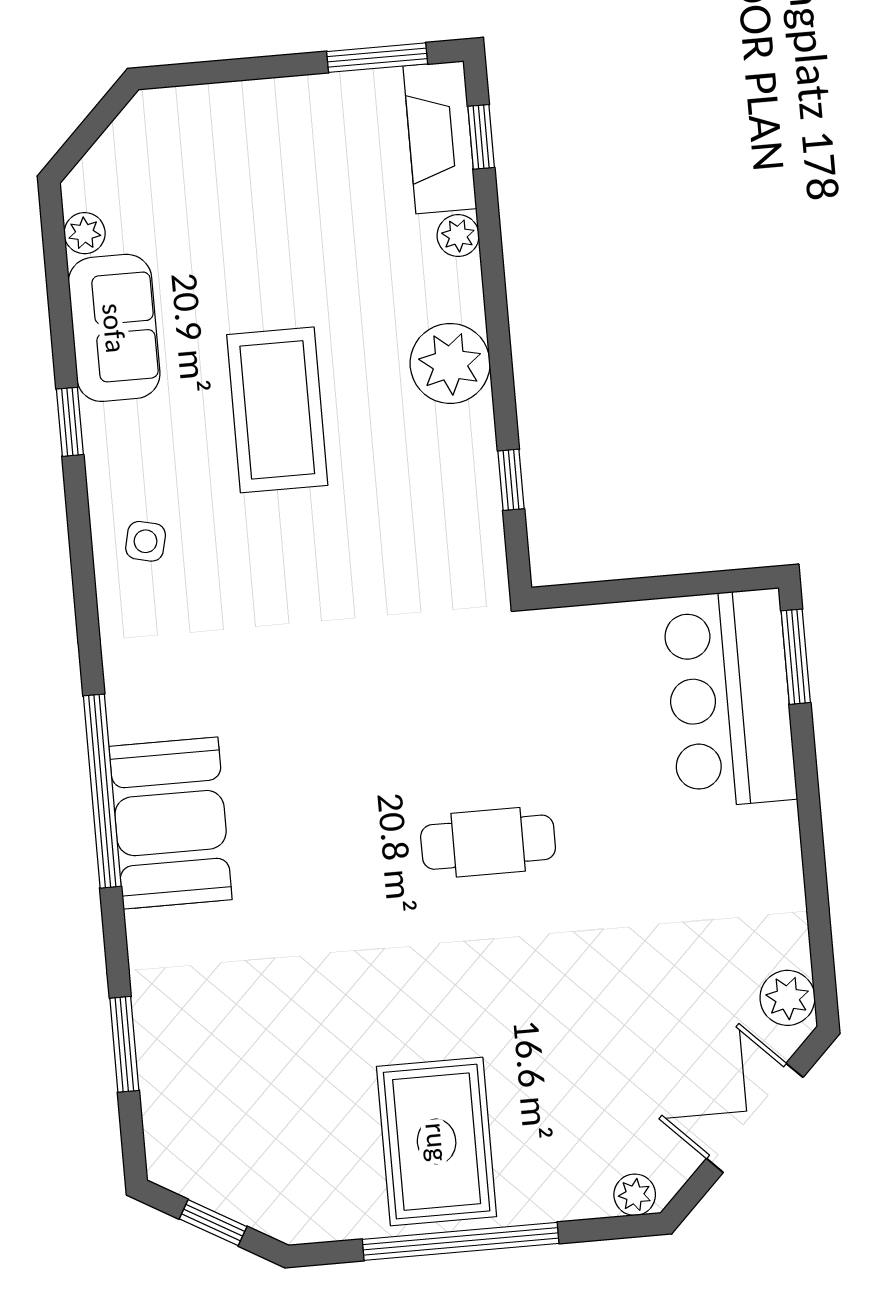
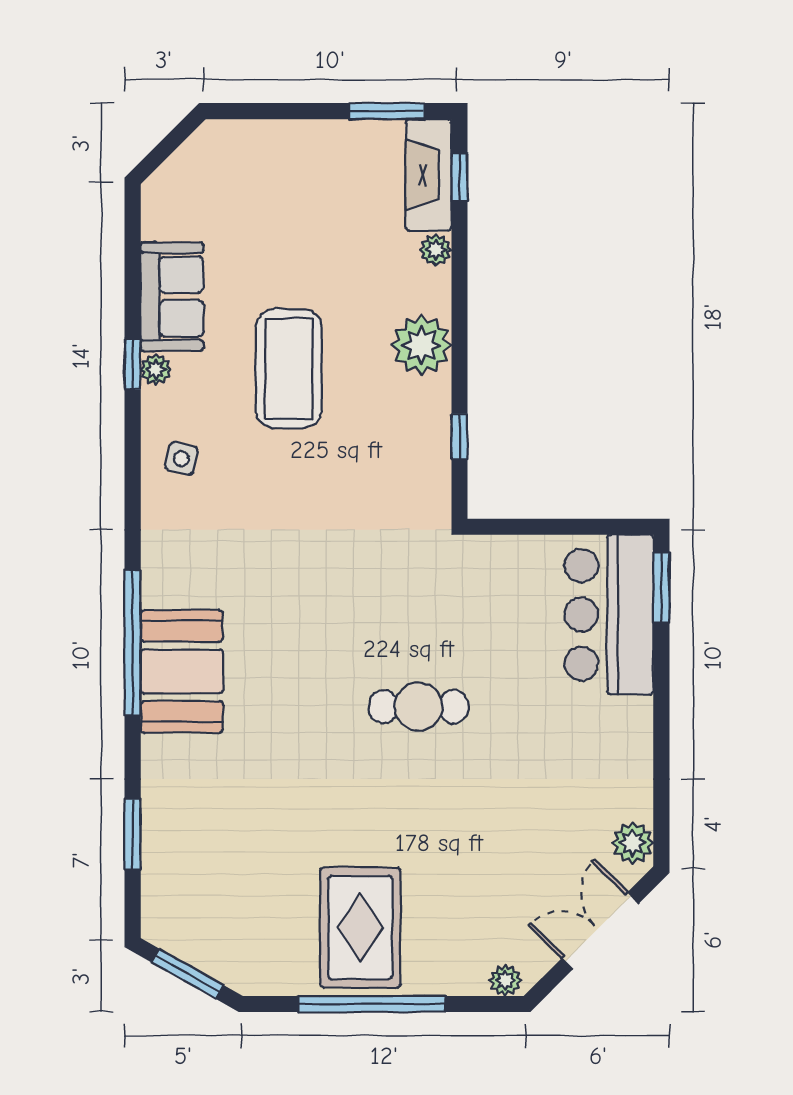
plant: (85, 233) -> (156, 369), moved
window: (213, 1223) -> (187, 974), width x1.50

